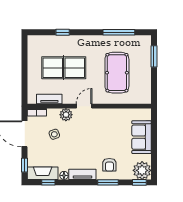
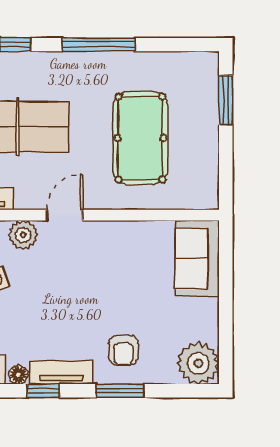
window: (119, 32) -> (98, 45), moved
sofa: (142, 137) -> (197, 259), moved
window: (139, 182) -> (43, 391), moved

